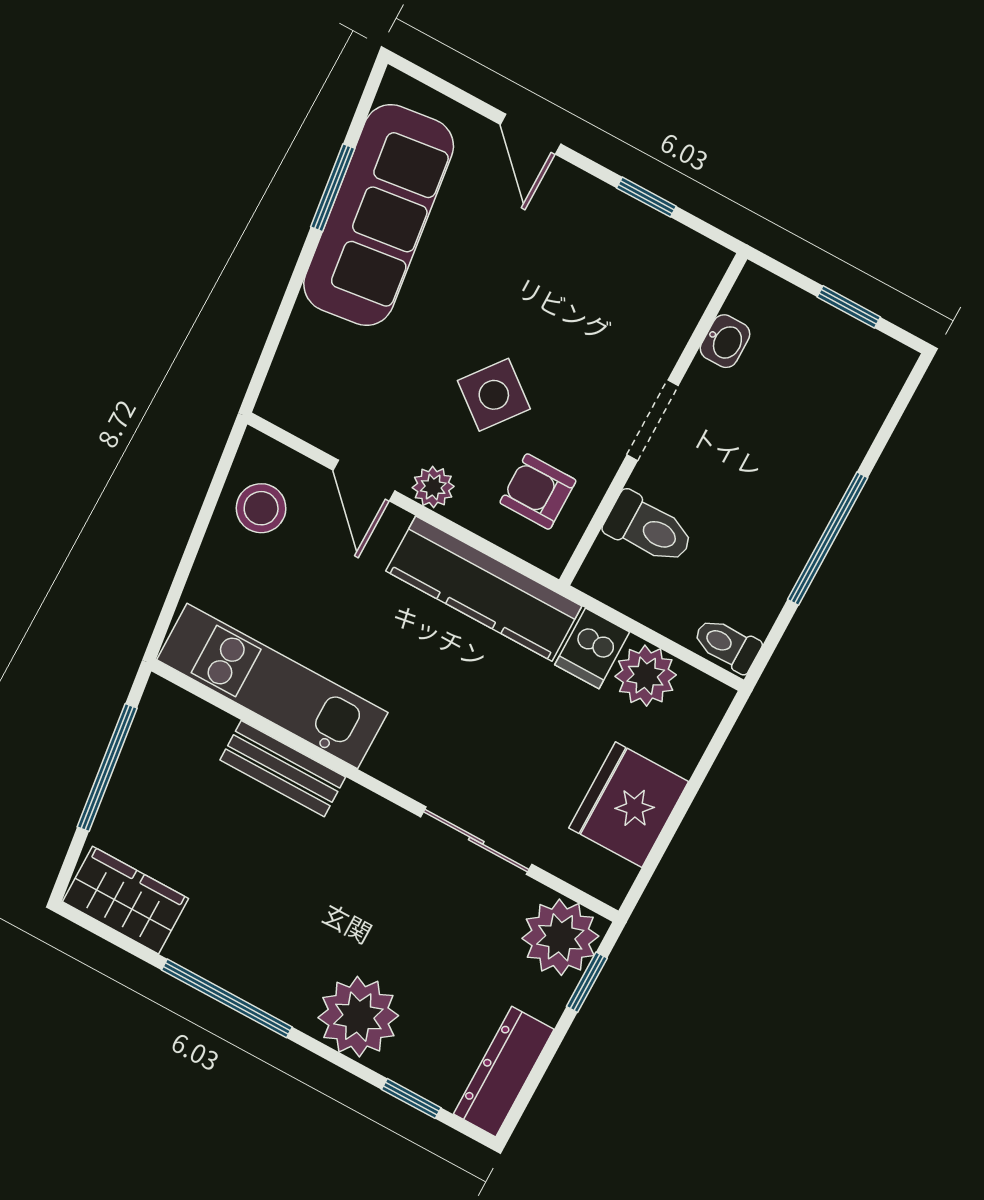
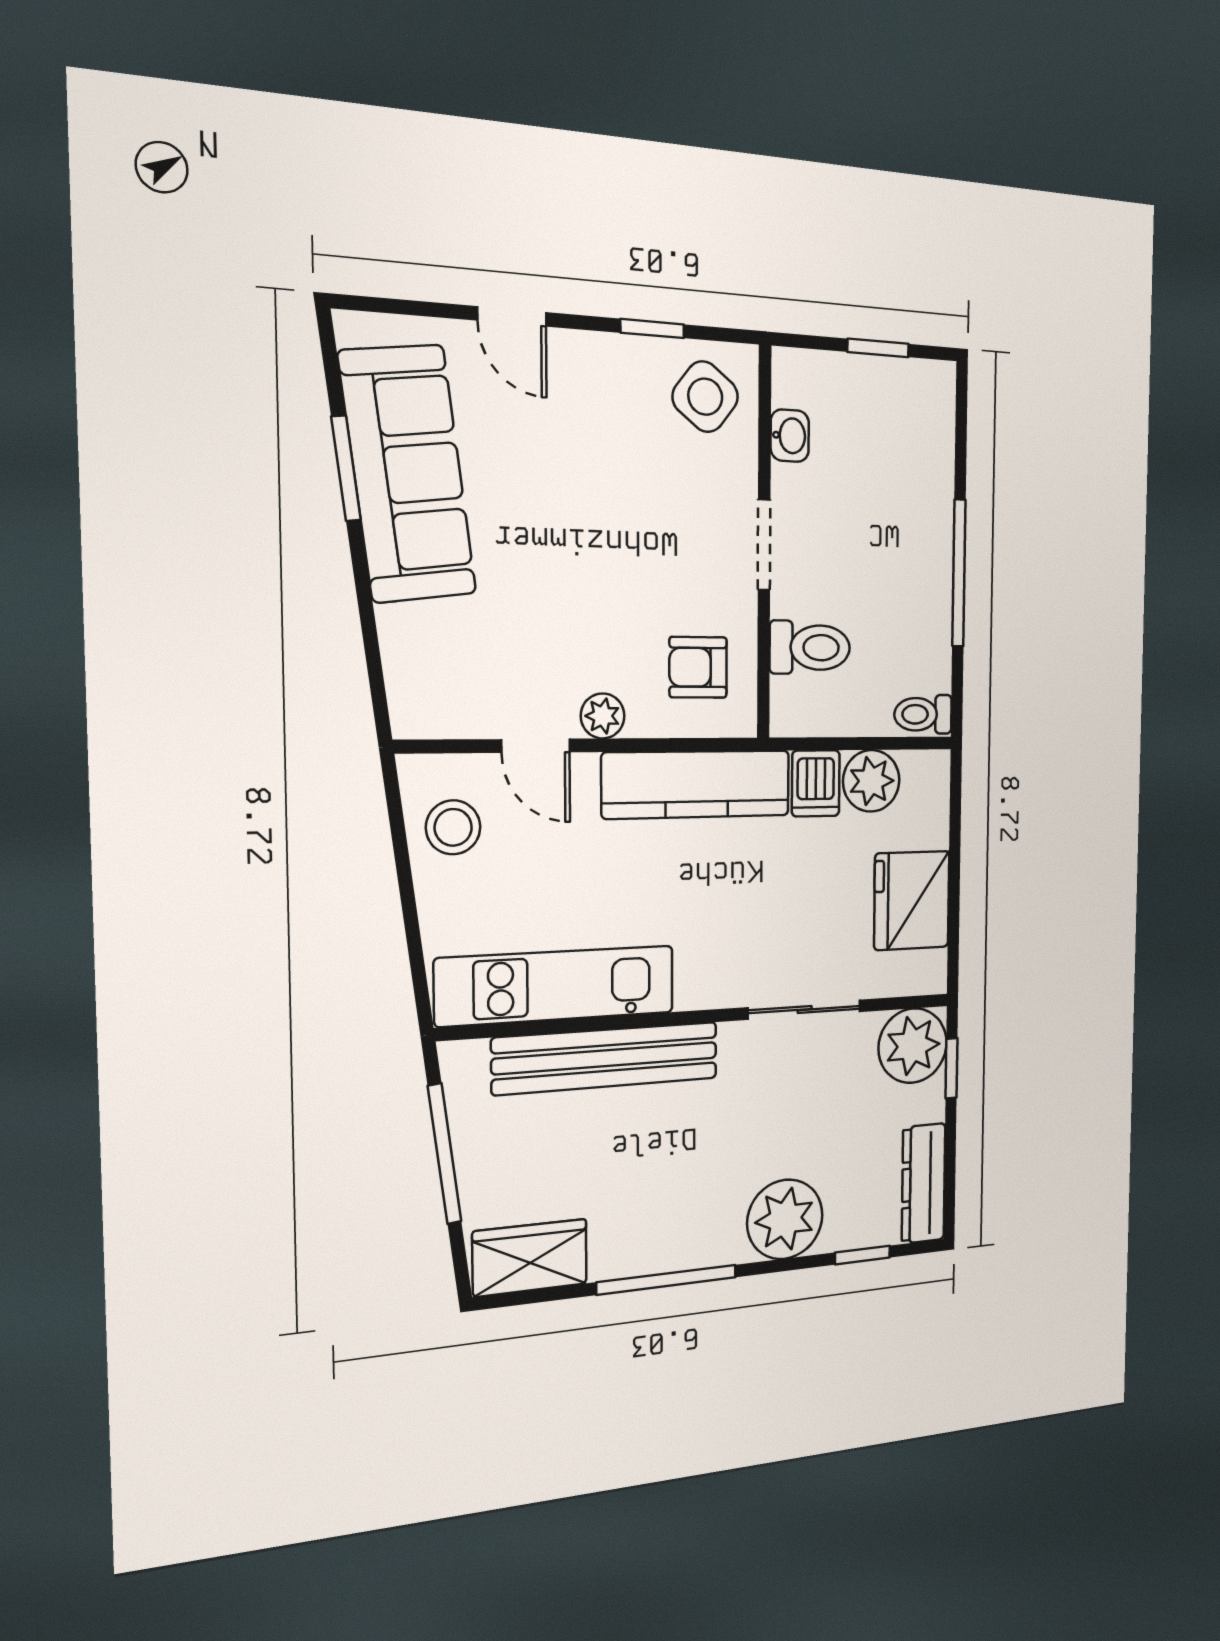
side table: (494, 395) -> (705, 397), moved
bench: (283, 769) -> (606, 1058), width x1.86, depth x1.21

